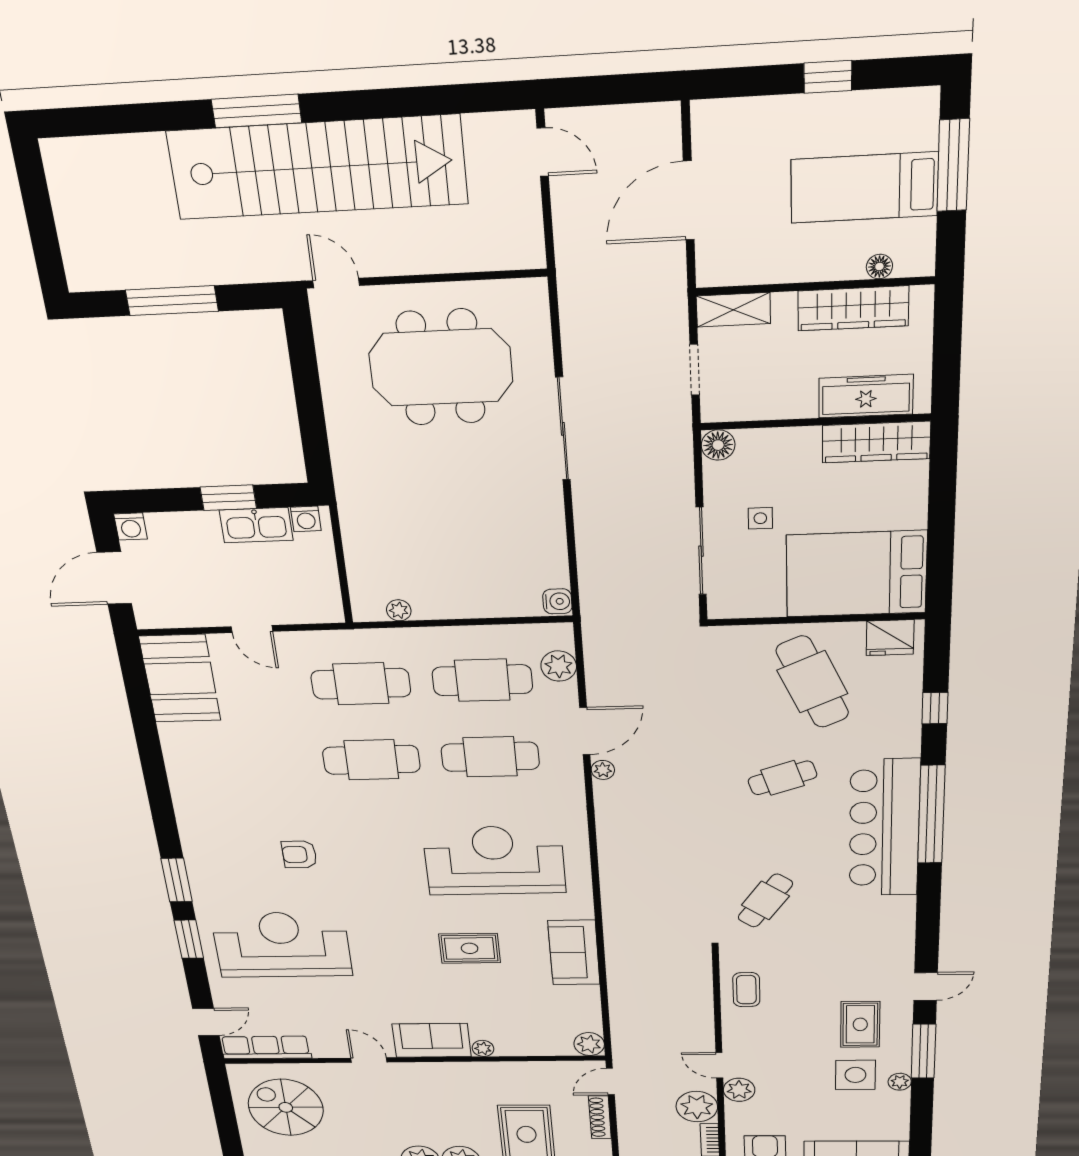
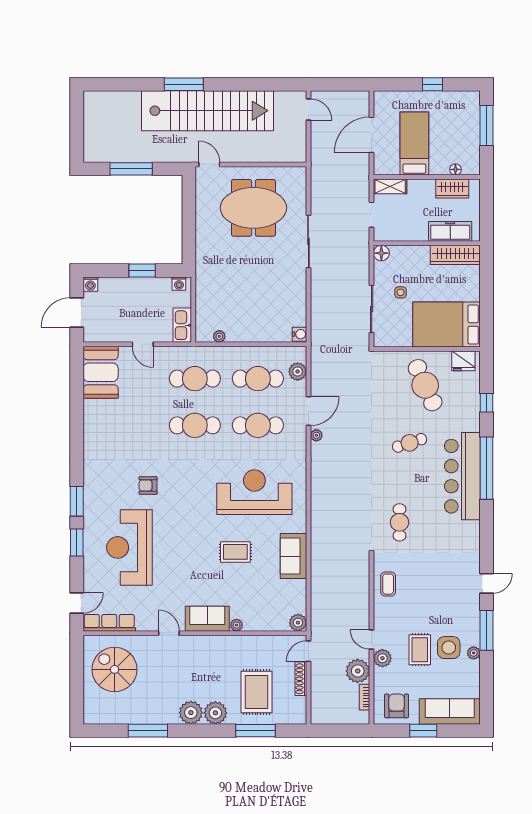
bed: (864, 188) -> (414, 143), moved, turned 90
wardrobe: (853, 308) -> (452, 189), width x0.67
kitchen sink: (256, 525) -> (182, 325), moved, turned 90
cafe table: (765, 901) -> (399, 522), turned -35
reception desk: (282, 945) -> (129, 547), turned -90
rug: (860, 1024) -> (420, 650), moved

